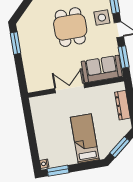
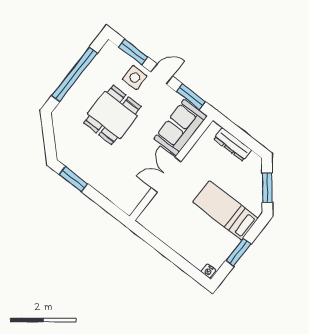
dining table: (70, 27) -> (112, 115), turned 90
window: (58, 171) -> (238, 252), moved

